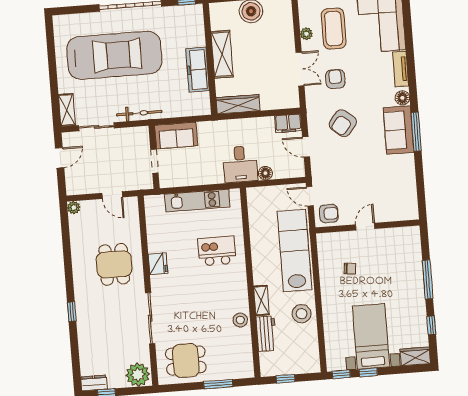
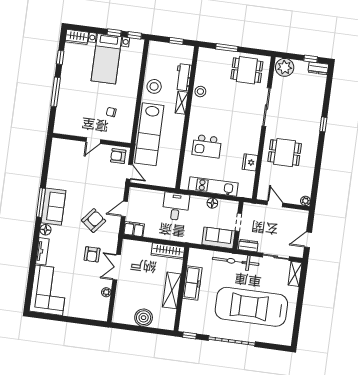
coffee table: (334, 29) -> (85, 292), removed
bicycle: (139, 113) -> (236, 261), width x1.37, depth x1.40
dresser: (135, 134) -> (248, 246), added
door: (306, 147) -> (124, 209), swing flipped
floor lamp: (265, 173) -> (212, 203), moved
dining table: (114, 264) -> (285, 153), turned 90
fridge: (158, 264) -> (250, 162), moved

